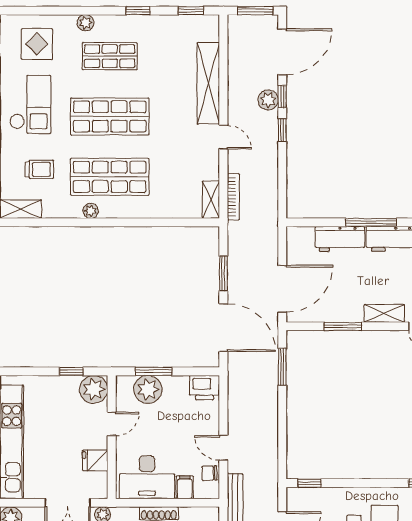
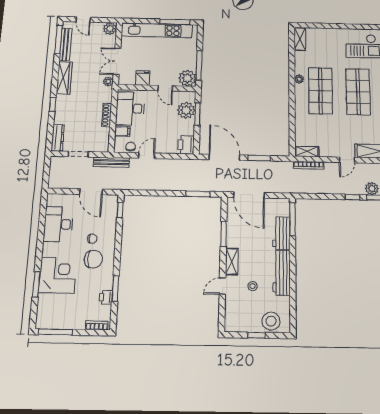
trolley: (39, 169) -> (324, 50), removed
window: (371, 222) -> (292, 219), moved
door: (223, 328) -> (224, 157), swing flipped
window: (71, 371) -> (199, 65), width x2.17

